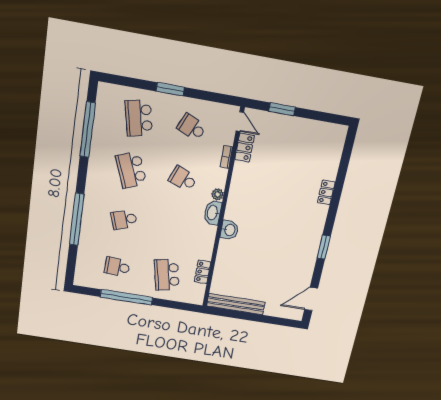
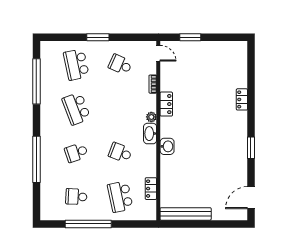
locker: (245, 148) -> (166, 104), moved
school desk: (183, 179) -> (120, 153), moved

